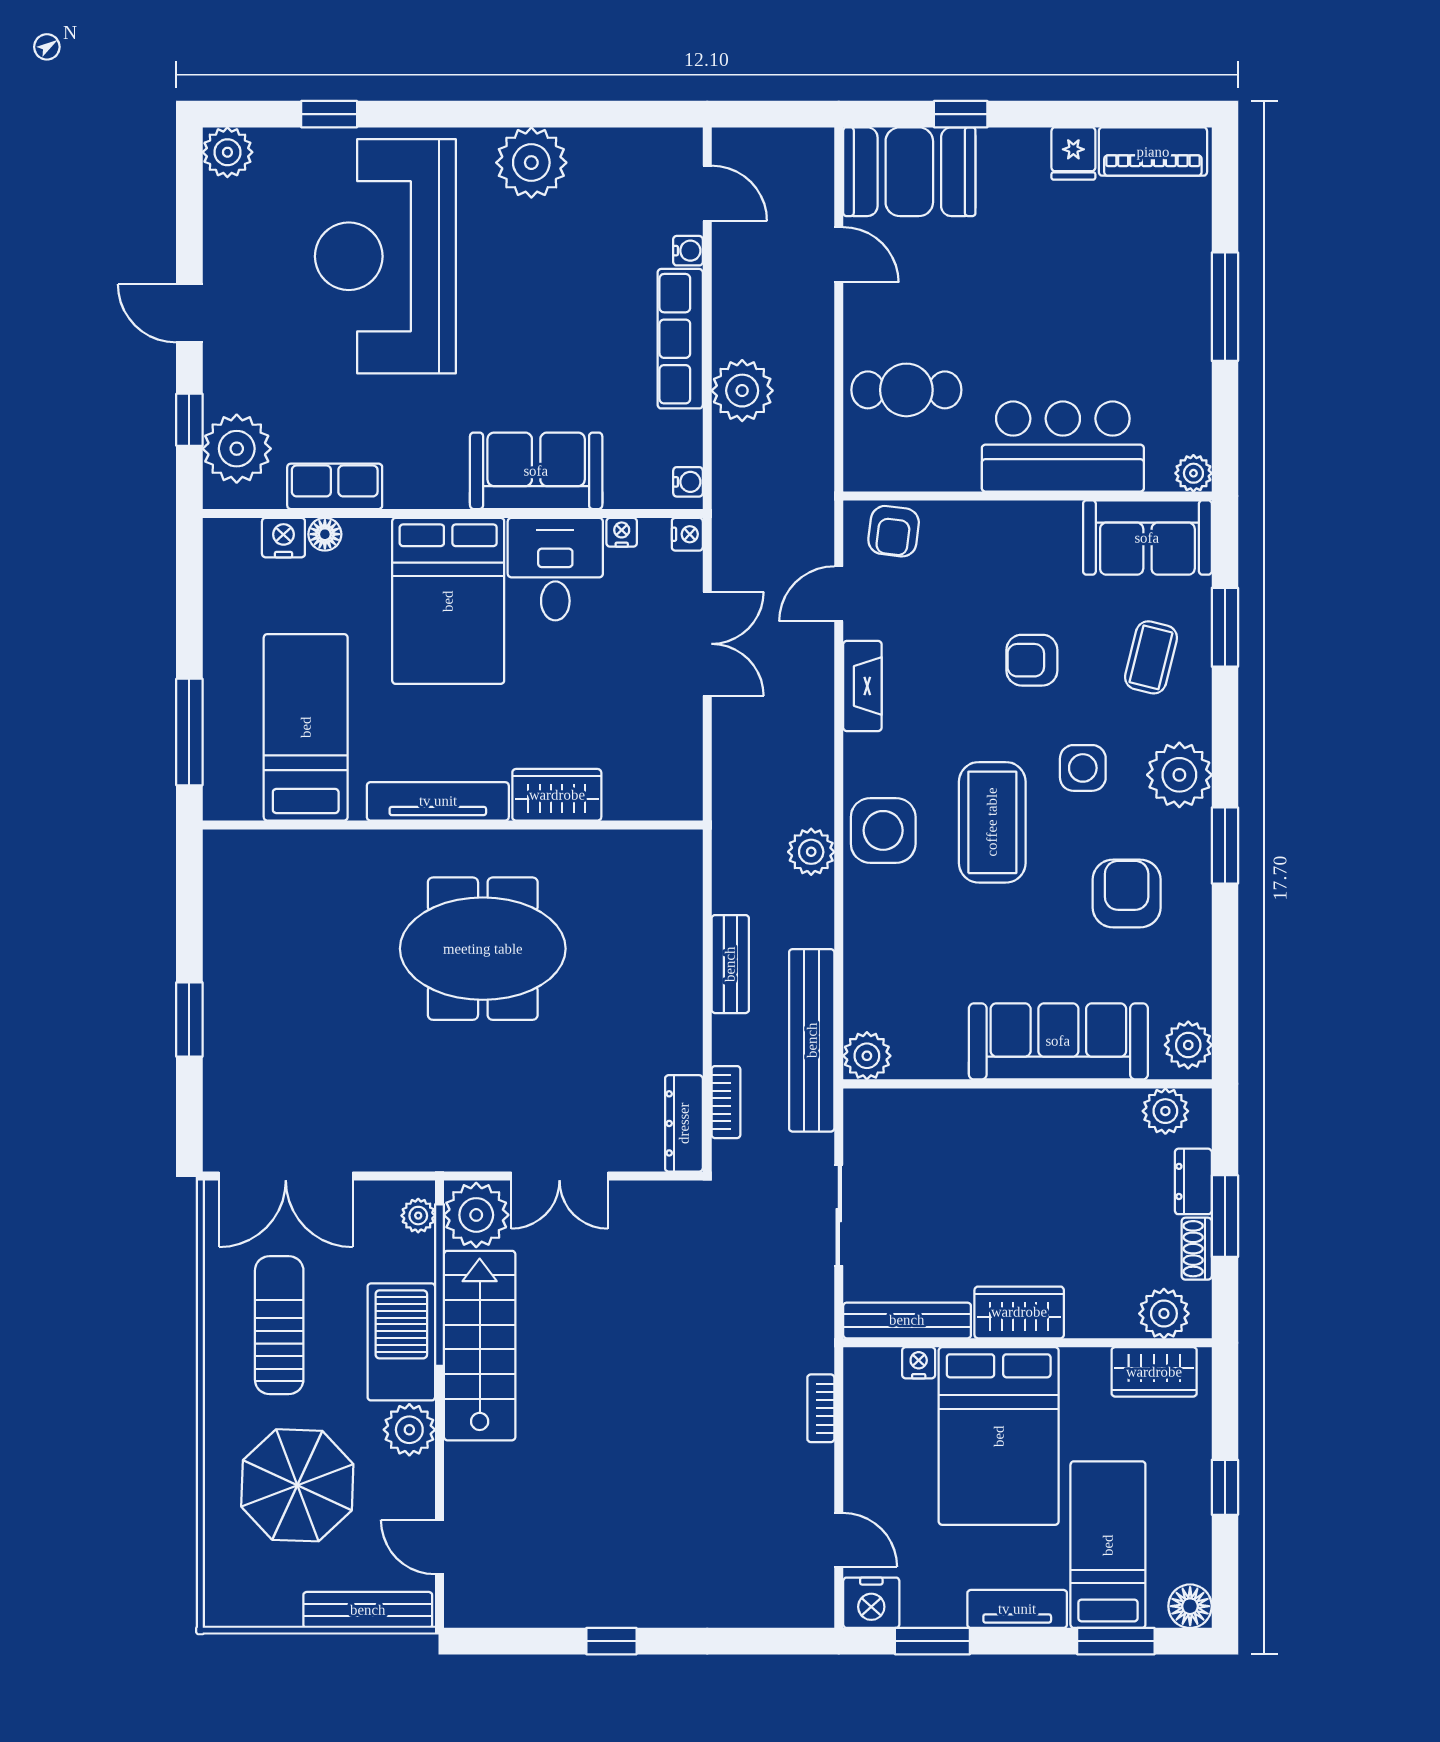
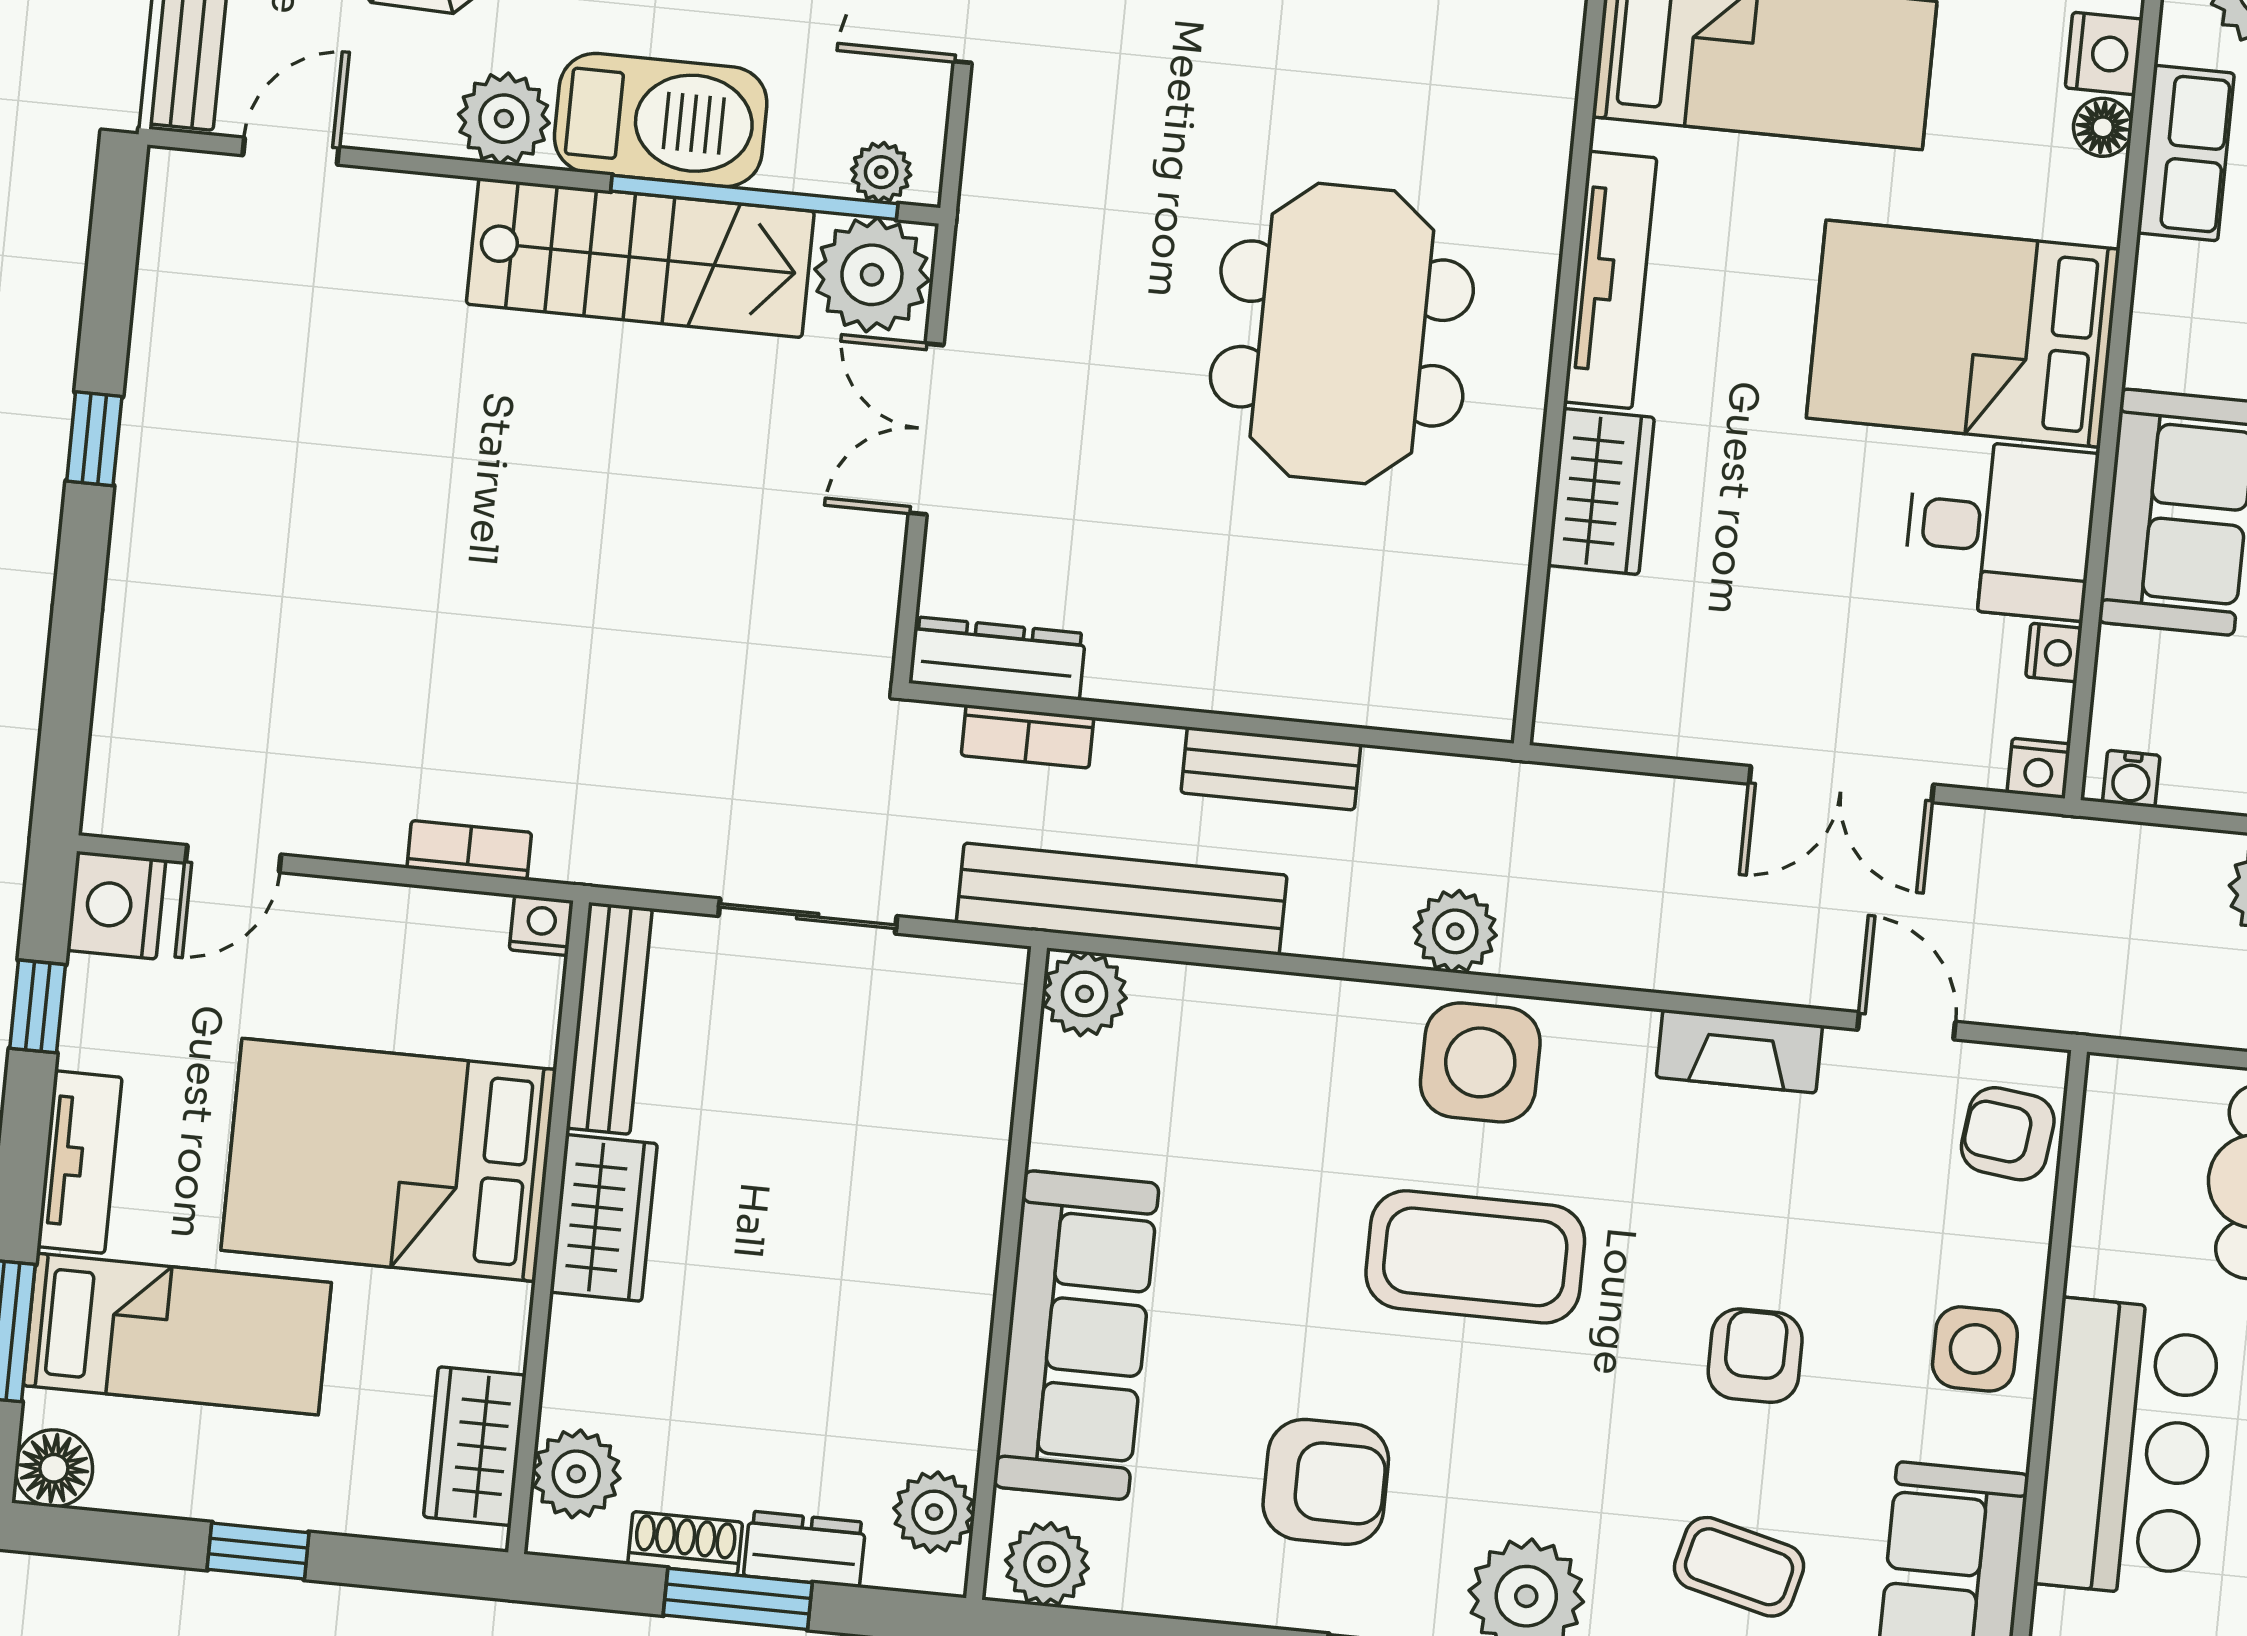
side table: (1083, 768) -> (1975, 1349), moved
nightstand: (919, 1363) -> (541, 925), moved, turned -90
window: (932, 1641) -> (38, 1006), width x0.67

